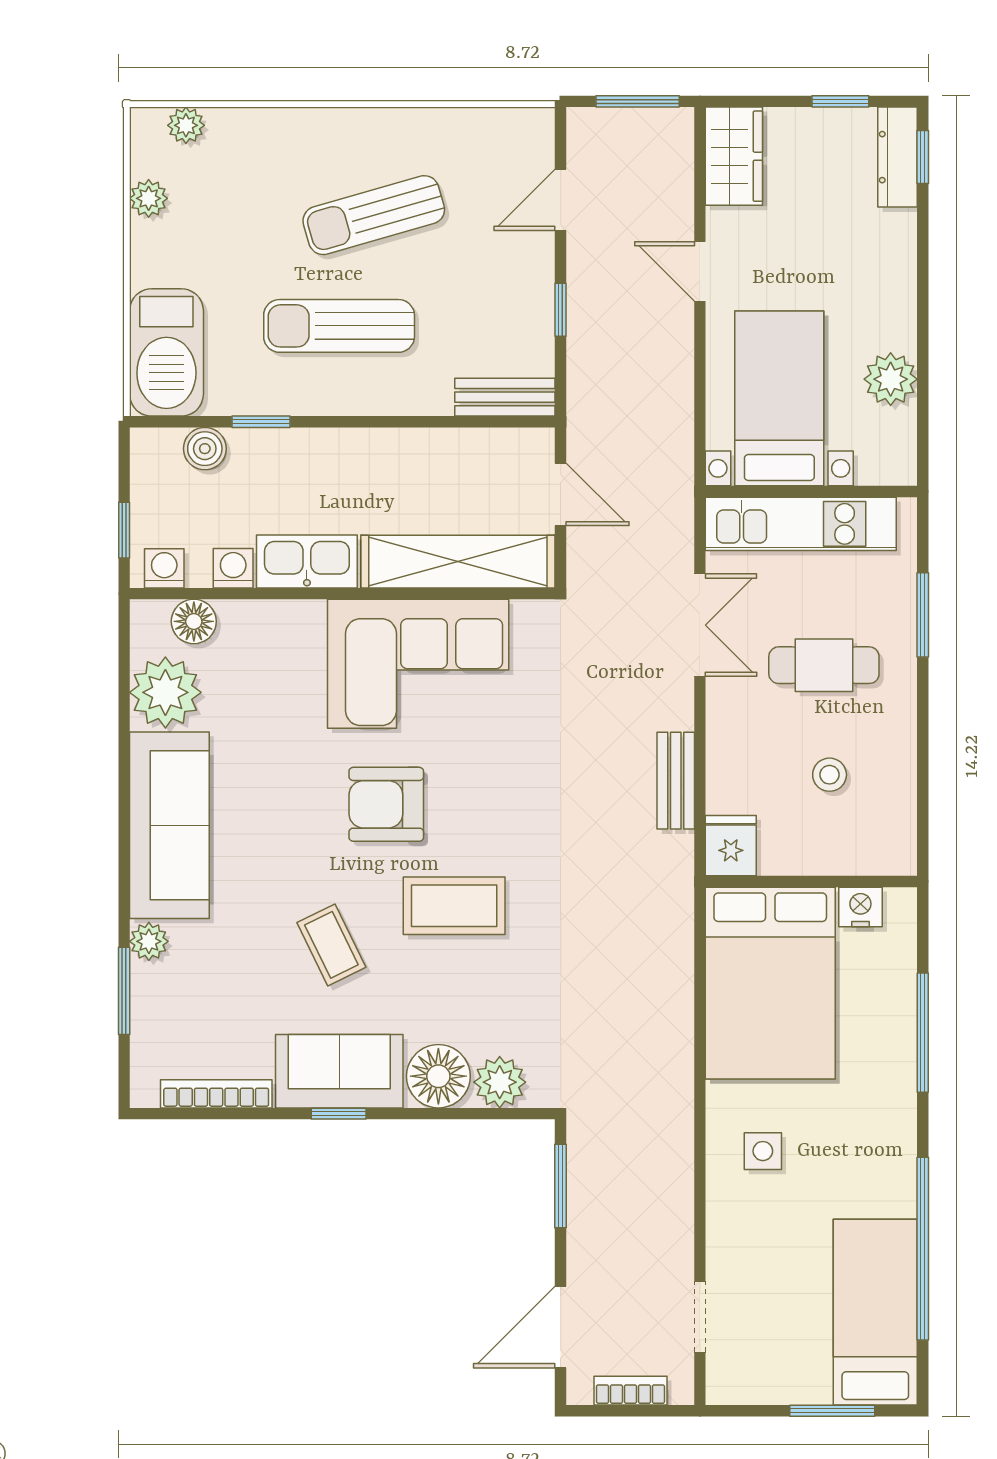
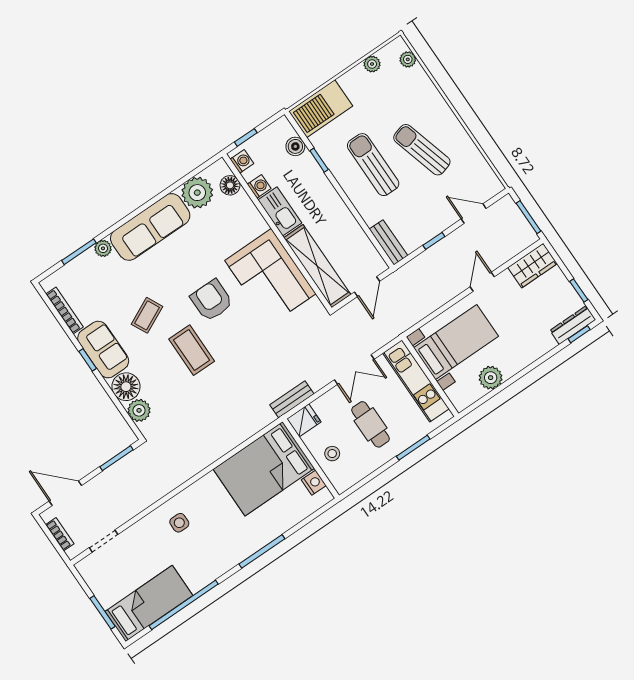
fridge: (731, 846) -> (304, 420), moved
wall: (811, 881) -> (311, 458), moved
nightstand: (860, 907) -> (314, 483), moved
bed: (770, 983) -> (264, 469), moved

